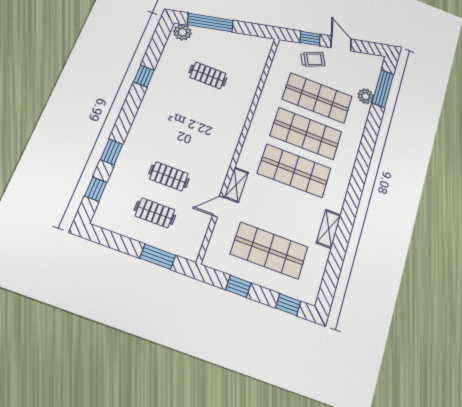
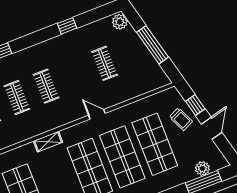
window: (210, 22) -> (152, 45), moved
plant: (366, 96) -> (202, 168), moved
clothes rail: (182, 141) -> (46, 86), added
door: (218, 207) -> (97, 114), moved

